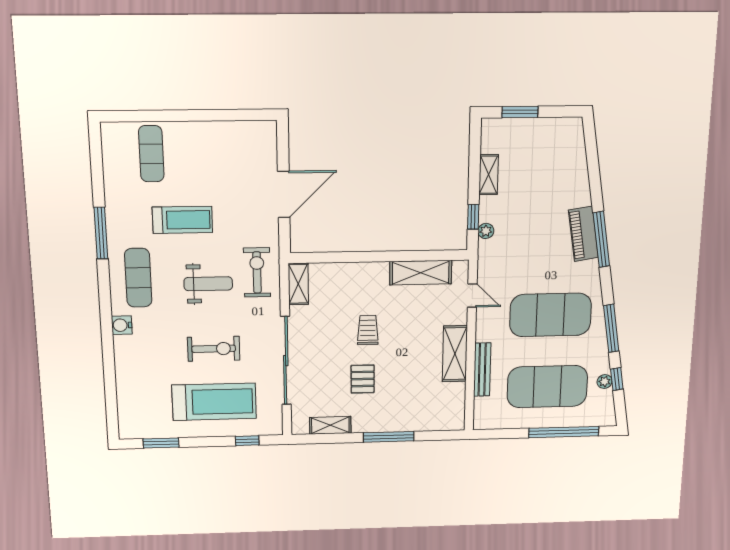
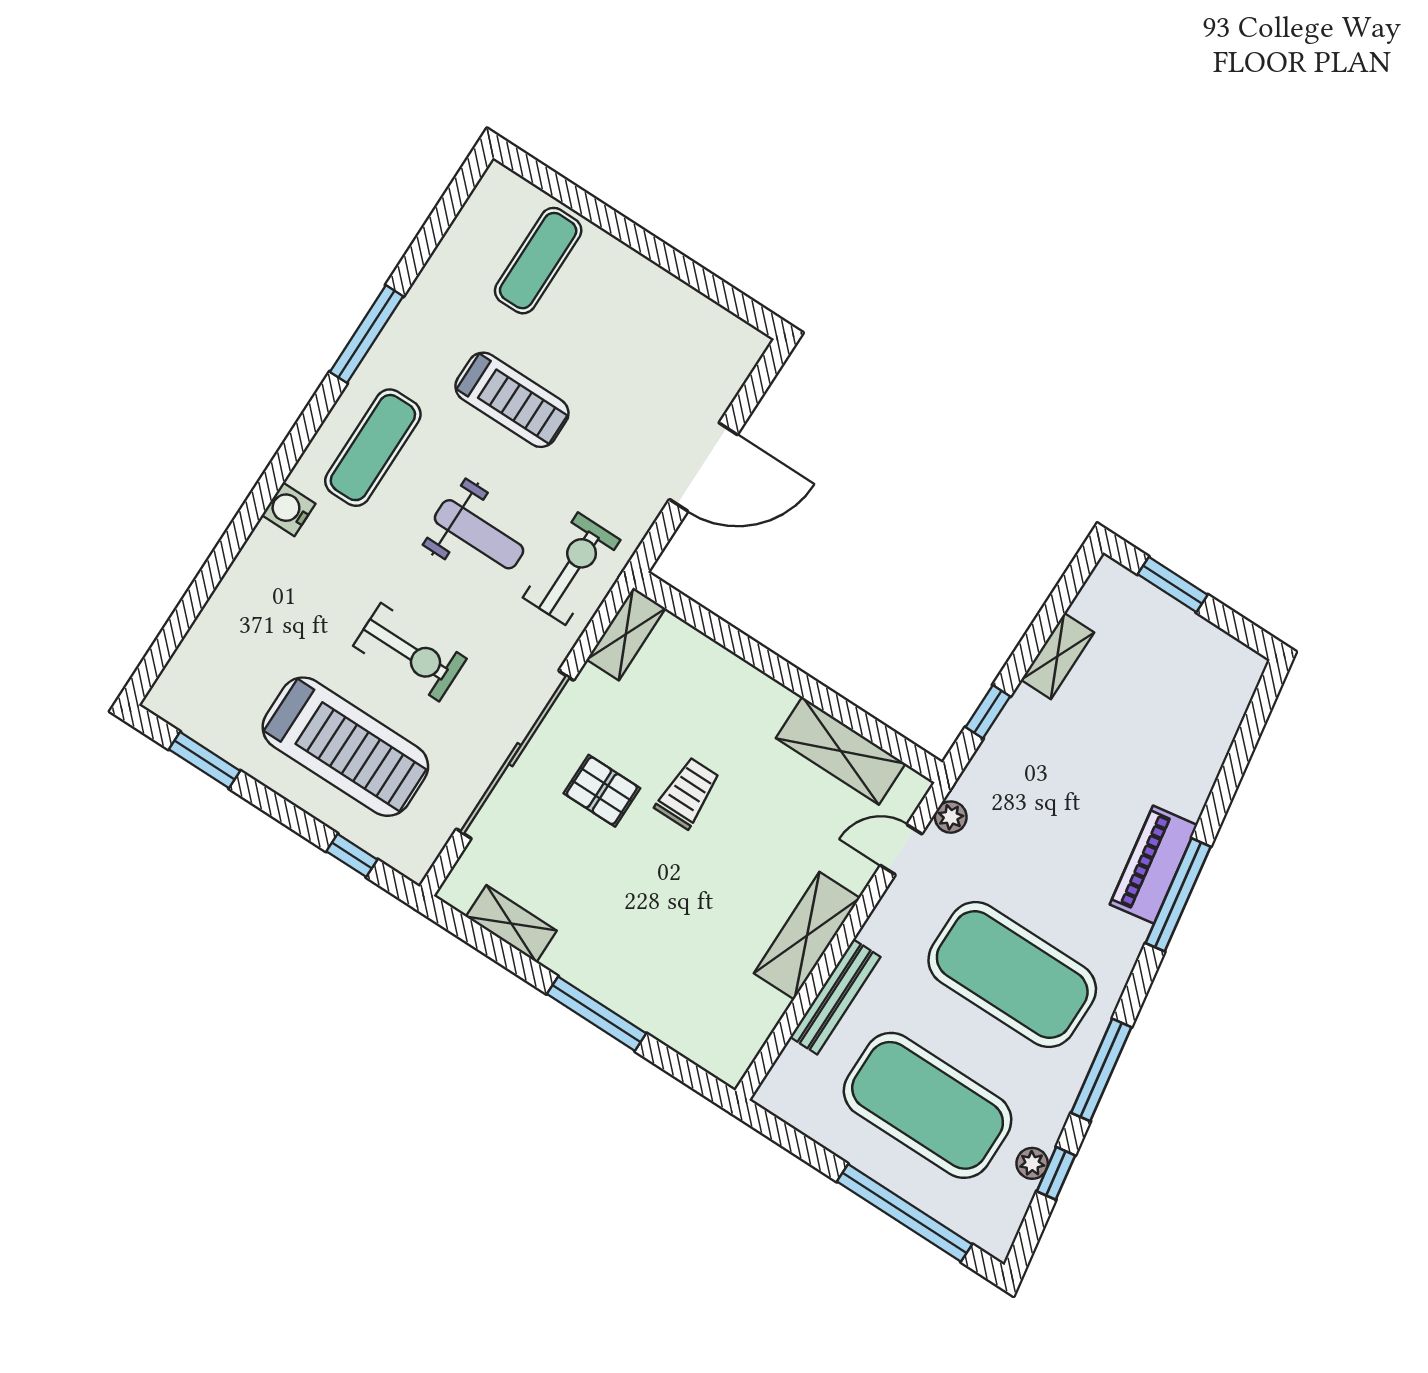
plant: (486, 231) -> (951, 817), moved
door: (472, 296) -> (901, 850), swing flipped
pallet: (363, 379) -> (602, 791), moved, turned 90

